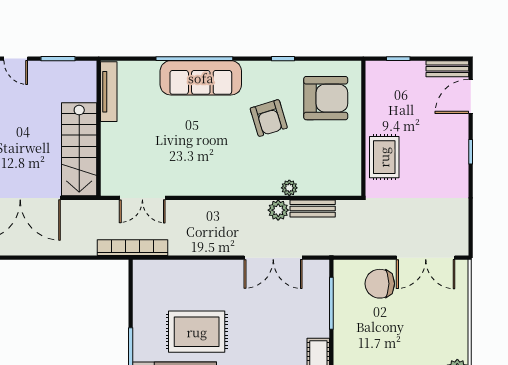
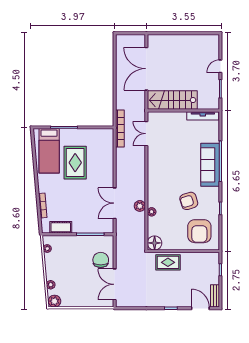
floor lamp: (348, 182) -> (155, 243), added
bench: (313, 208) -> (141, 224), removed

